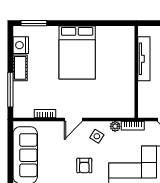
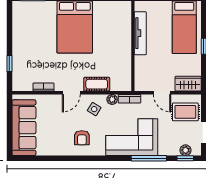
nightstand: (21, 45) -> (20, 20), removed
cot: (20, 68) -> (97, 84), moved, turned 90
window: (10, 90) -> (9, 64), width x0.46

